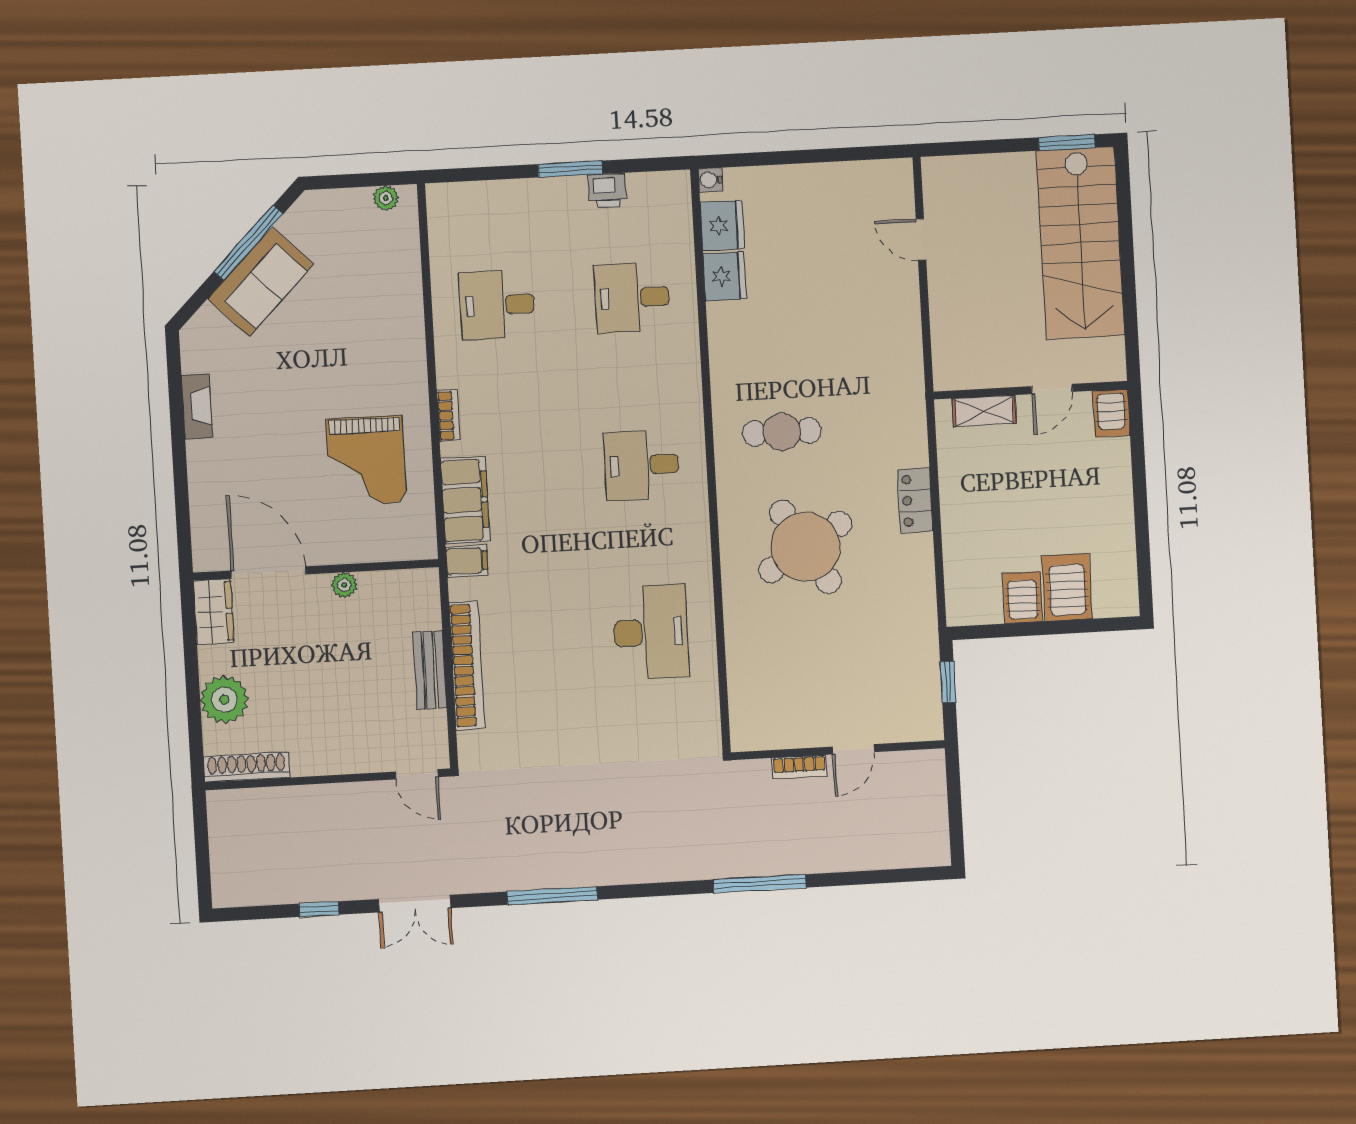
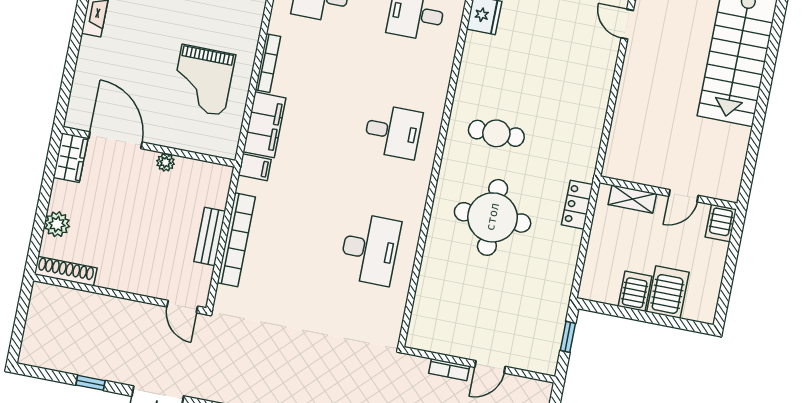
door: (1052, 389) -> (683, 196), moved
wall: (1031, 390) -> (668, 193), moved
shelving: (984, 411) -> (632, 199), moved
server rack: (1111, 413) -> (721, 223), moved
bookcase: (448, 416) -> (268, 63), width x1.56
desk: (641, 465) -> (393, 132), turned 180
round table: (806, 547) -> (493, 217), turned 31
plant: (224, 700) -> (57, 224), width x0.73, depth x0.73

